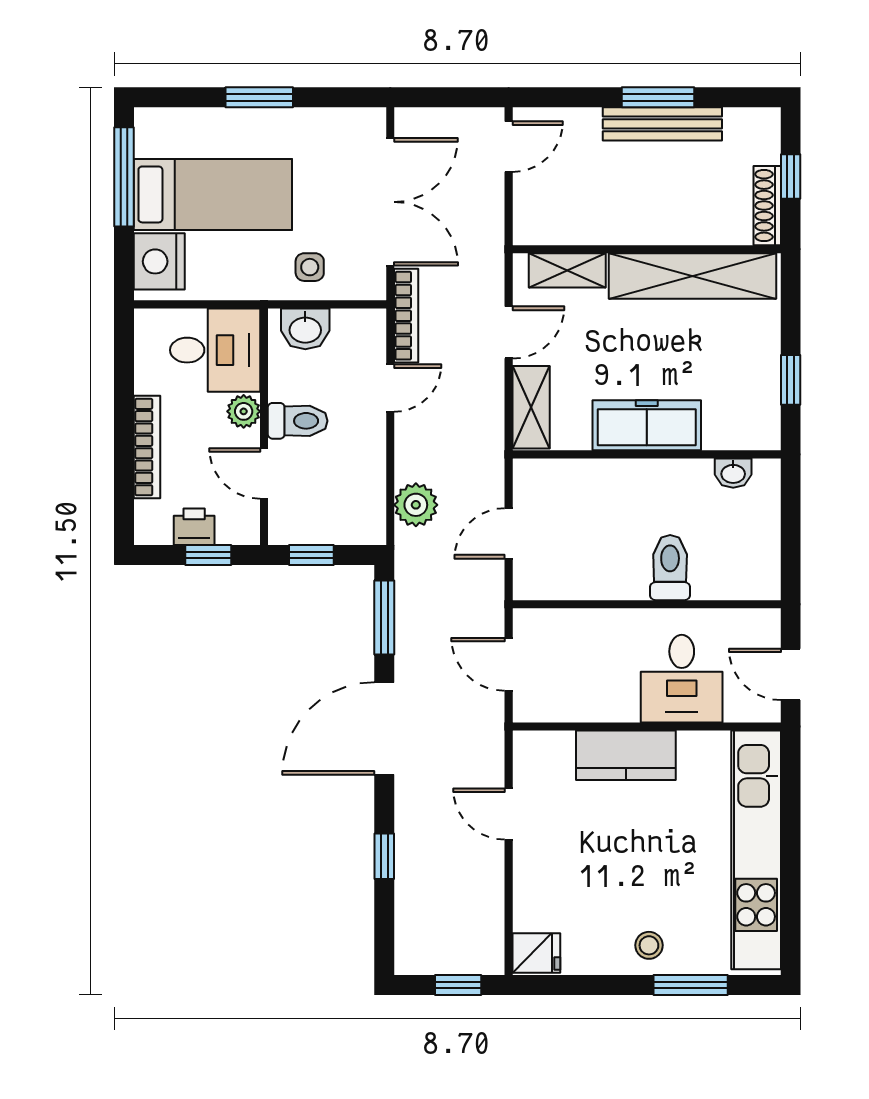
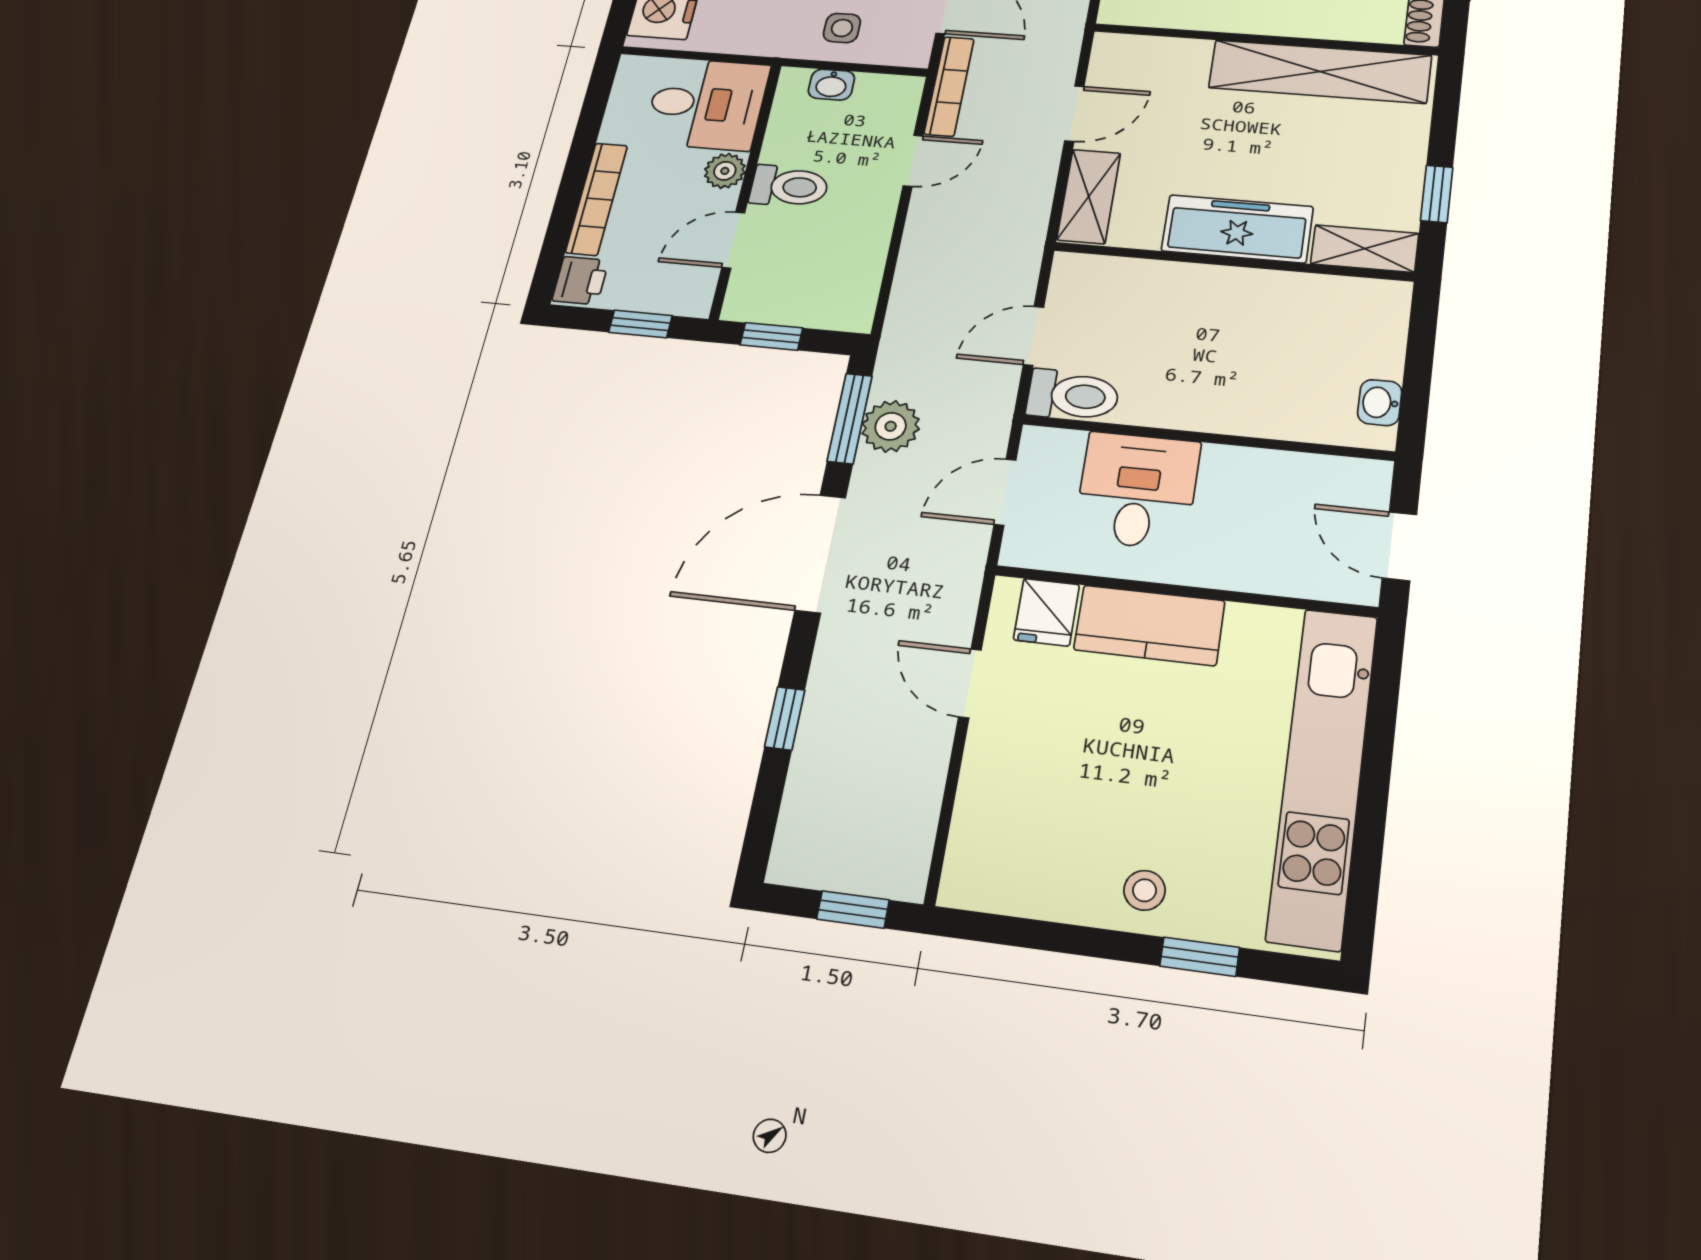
shelving: (567, 270) -> (1365, 249), moved
washbasin: (305, 329) -> (831, 85), width x0.72, depth x0.69
washbasin: (733, 473) -> (1380, 403), moved, turned 90
door: (264, 474) -> (733, 240), hinge flipped
plant: (416, 505) -> (891, 426), moved
printer: (194, 527) -> (580, 281), moved, turned 90
toilet: (670, 568) -> (1073, 396), moved, turned 90
door: (509, 664) -> (1005, 492), hinge flipped
desk: (682, 679) -> (1137, 490), moved, turned 180
fridge: (536, 953) -> (1046, 612), moved, turned 90
window: (691, 985) -> (1200, 957), width x0.67

